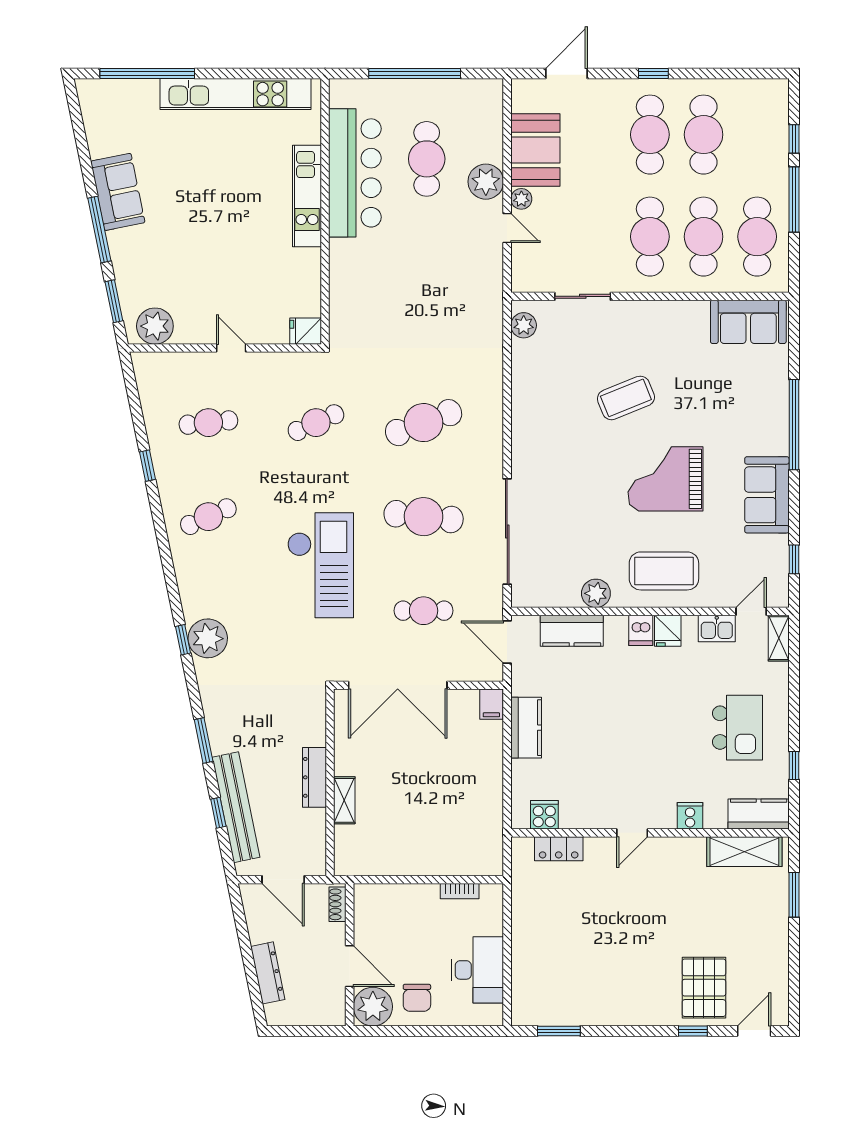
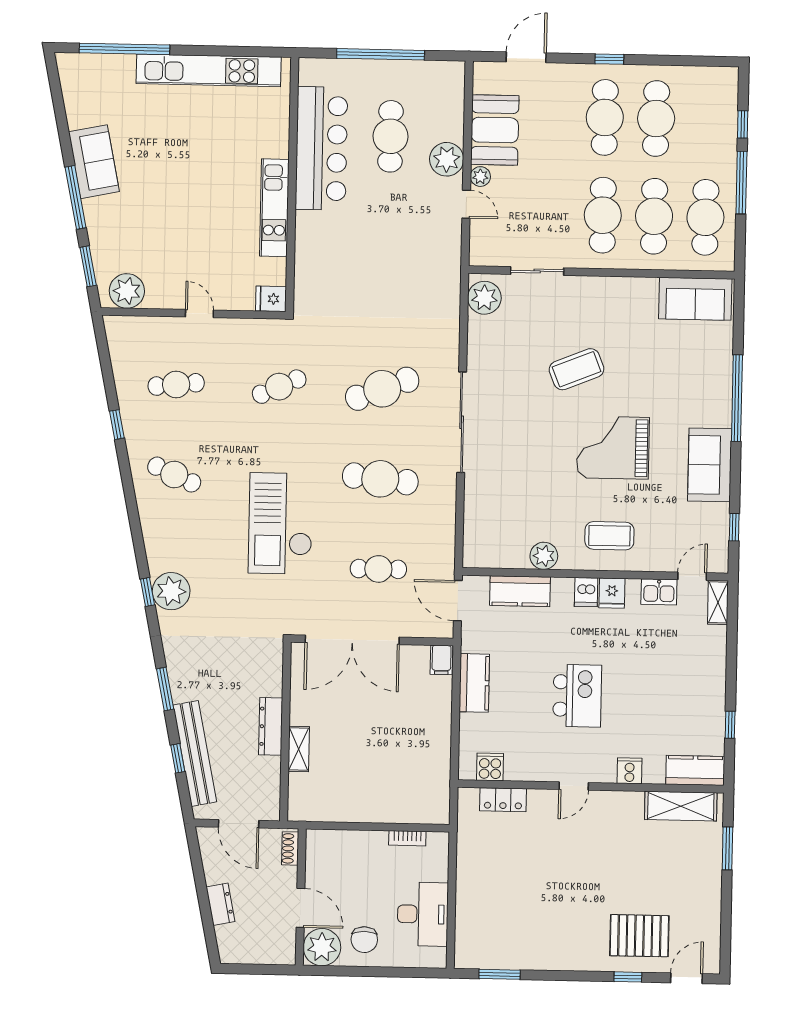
kitchen unit: (307, 196) -> (274, 208), moved
plant: (524, 325) -> (484, 298), width x1.36, depth x1.36
cafe table: (208, 517) -> (174, 475), turned 48
sliding door: (507, 531) -> (462, 422), moved
checkout: (320, 565) -> (281, 523), turned 180
coffee table: (664, 571) -> (609, 536), width x0.73, depth x0.76
kitchen island: (737, 728) -> (577, 696), moved
dresser: (268, 973) -> (220, 904), width x0.70
pallet: (704, 988) -> (639, 936), turned 90

